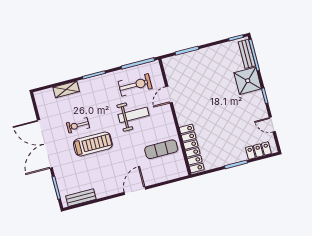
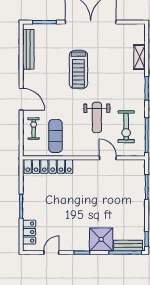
exercise bike: (78, 125) -> (34, 129), moved
bench: (81, 198) -> (28, 49), width x1.36

